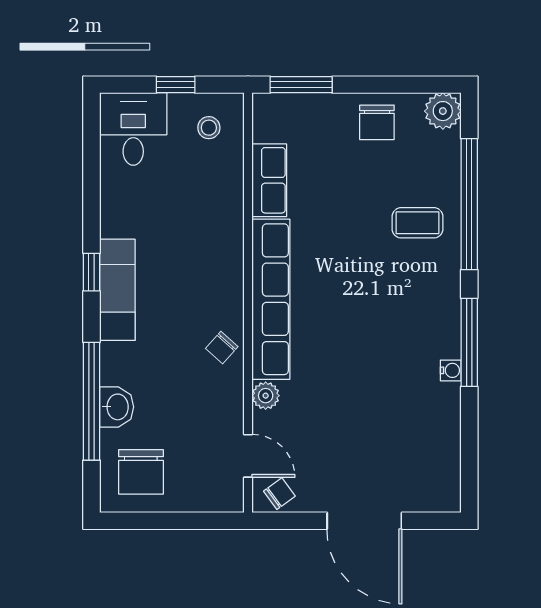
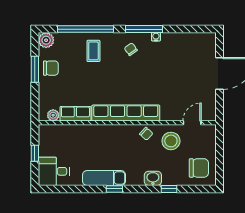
window: (301, 85) -> (35, 69), moved
stool: (209, 128) -> (171, 141), moved, width x1.89, depth x1.89
exam couch: (117, 290) -> (104, 178), moved
plant: (266, 396) -> (53, 115), moved
window: (91, 401) -> (169, 189), width x0.32
washbasin: (117, 407) -> (153, 178), moved
chair: (279, 494) -> (131, 49), moved

